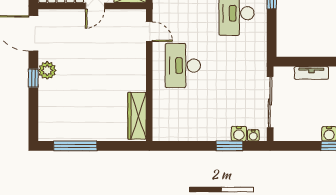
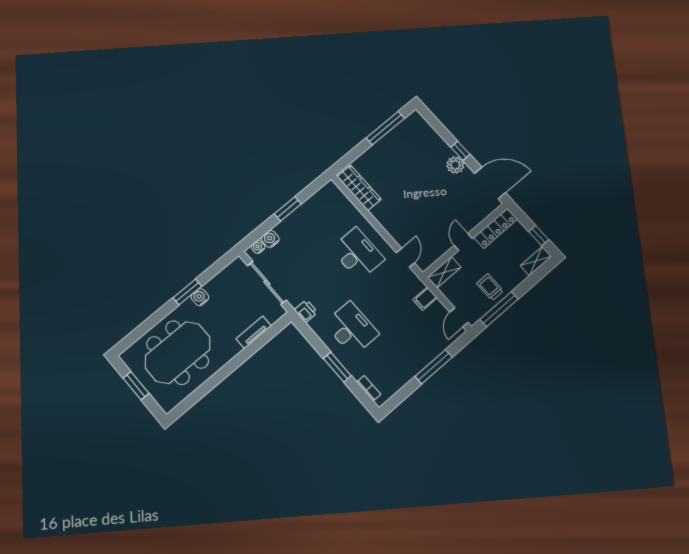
door: (149, 32) -> (405, 258), swing flipped
printer: (259, 55) -> (306, 311), added
window: (229, 146) -> (288, 209), moved

